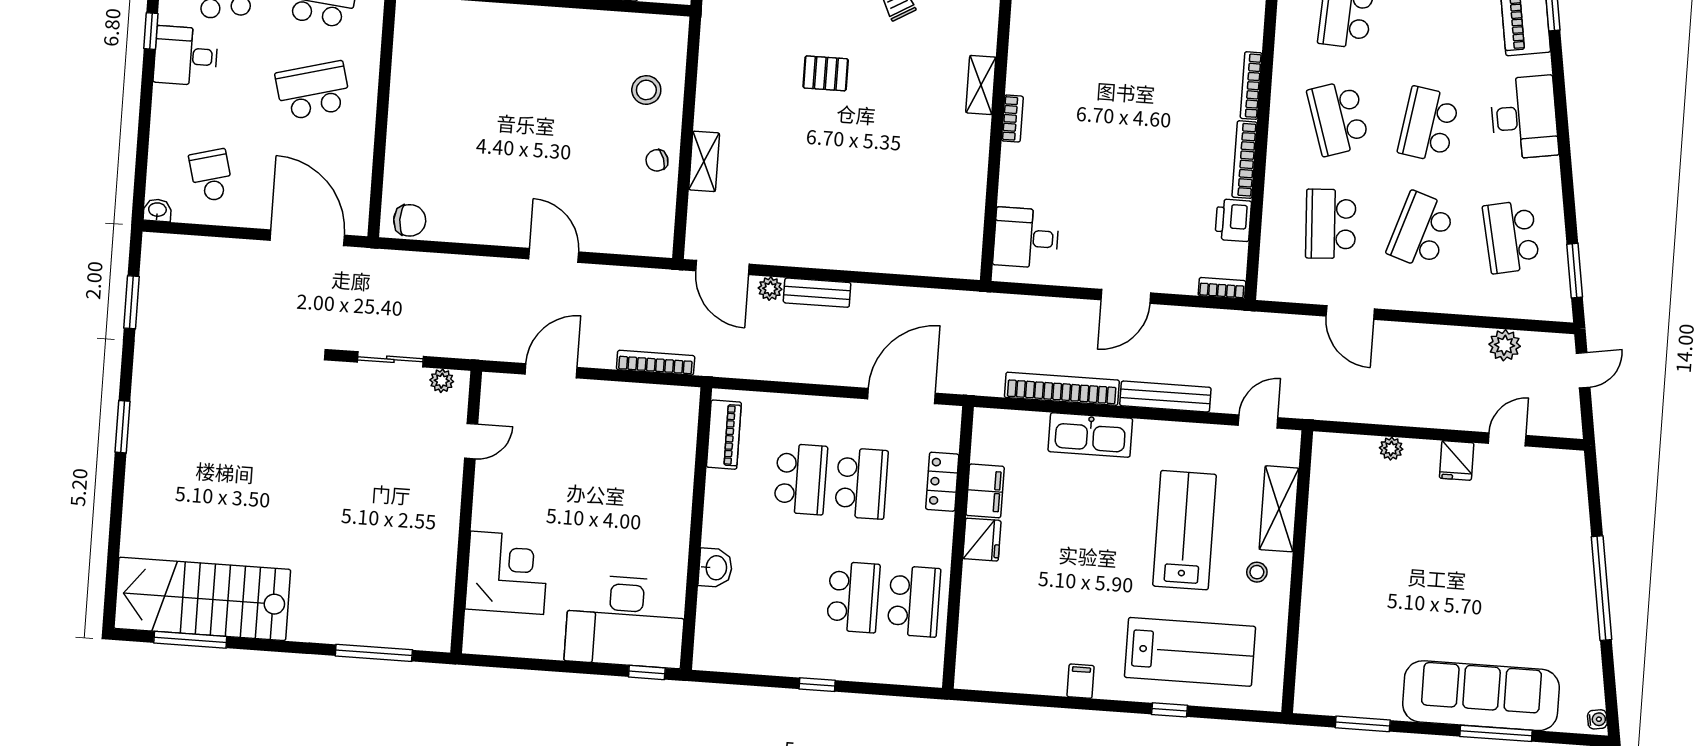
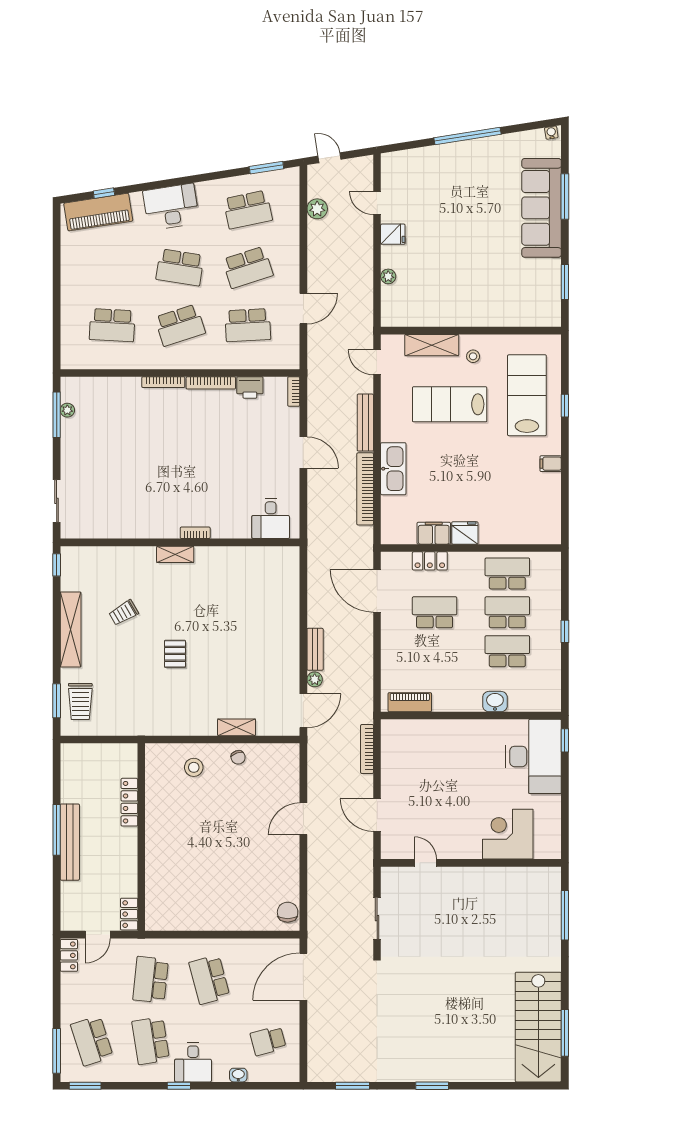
washbasin: (157, 210) -> (238, 1075), moved, turned 90
school desk: (1421, 230) -> (248, 267), turned -36
plant: (442, 381) -> (388, 884), removed
school desk: (801, 479) -> (507, 651), moved

